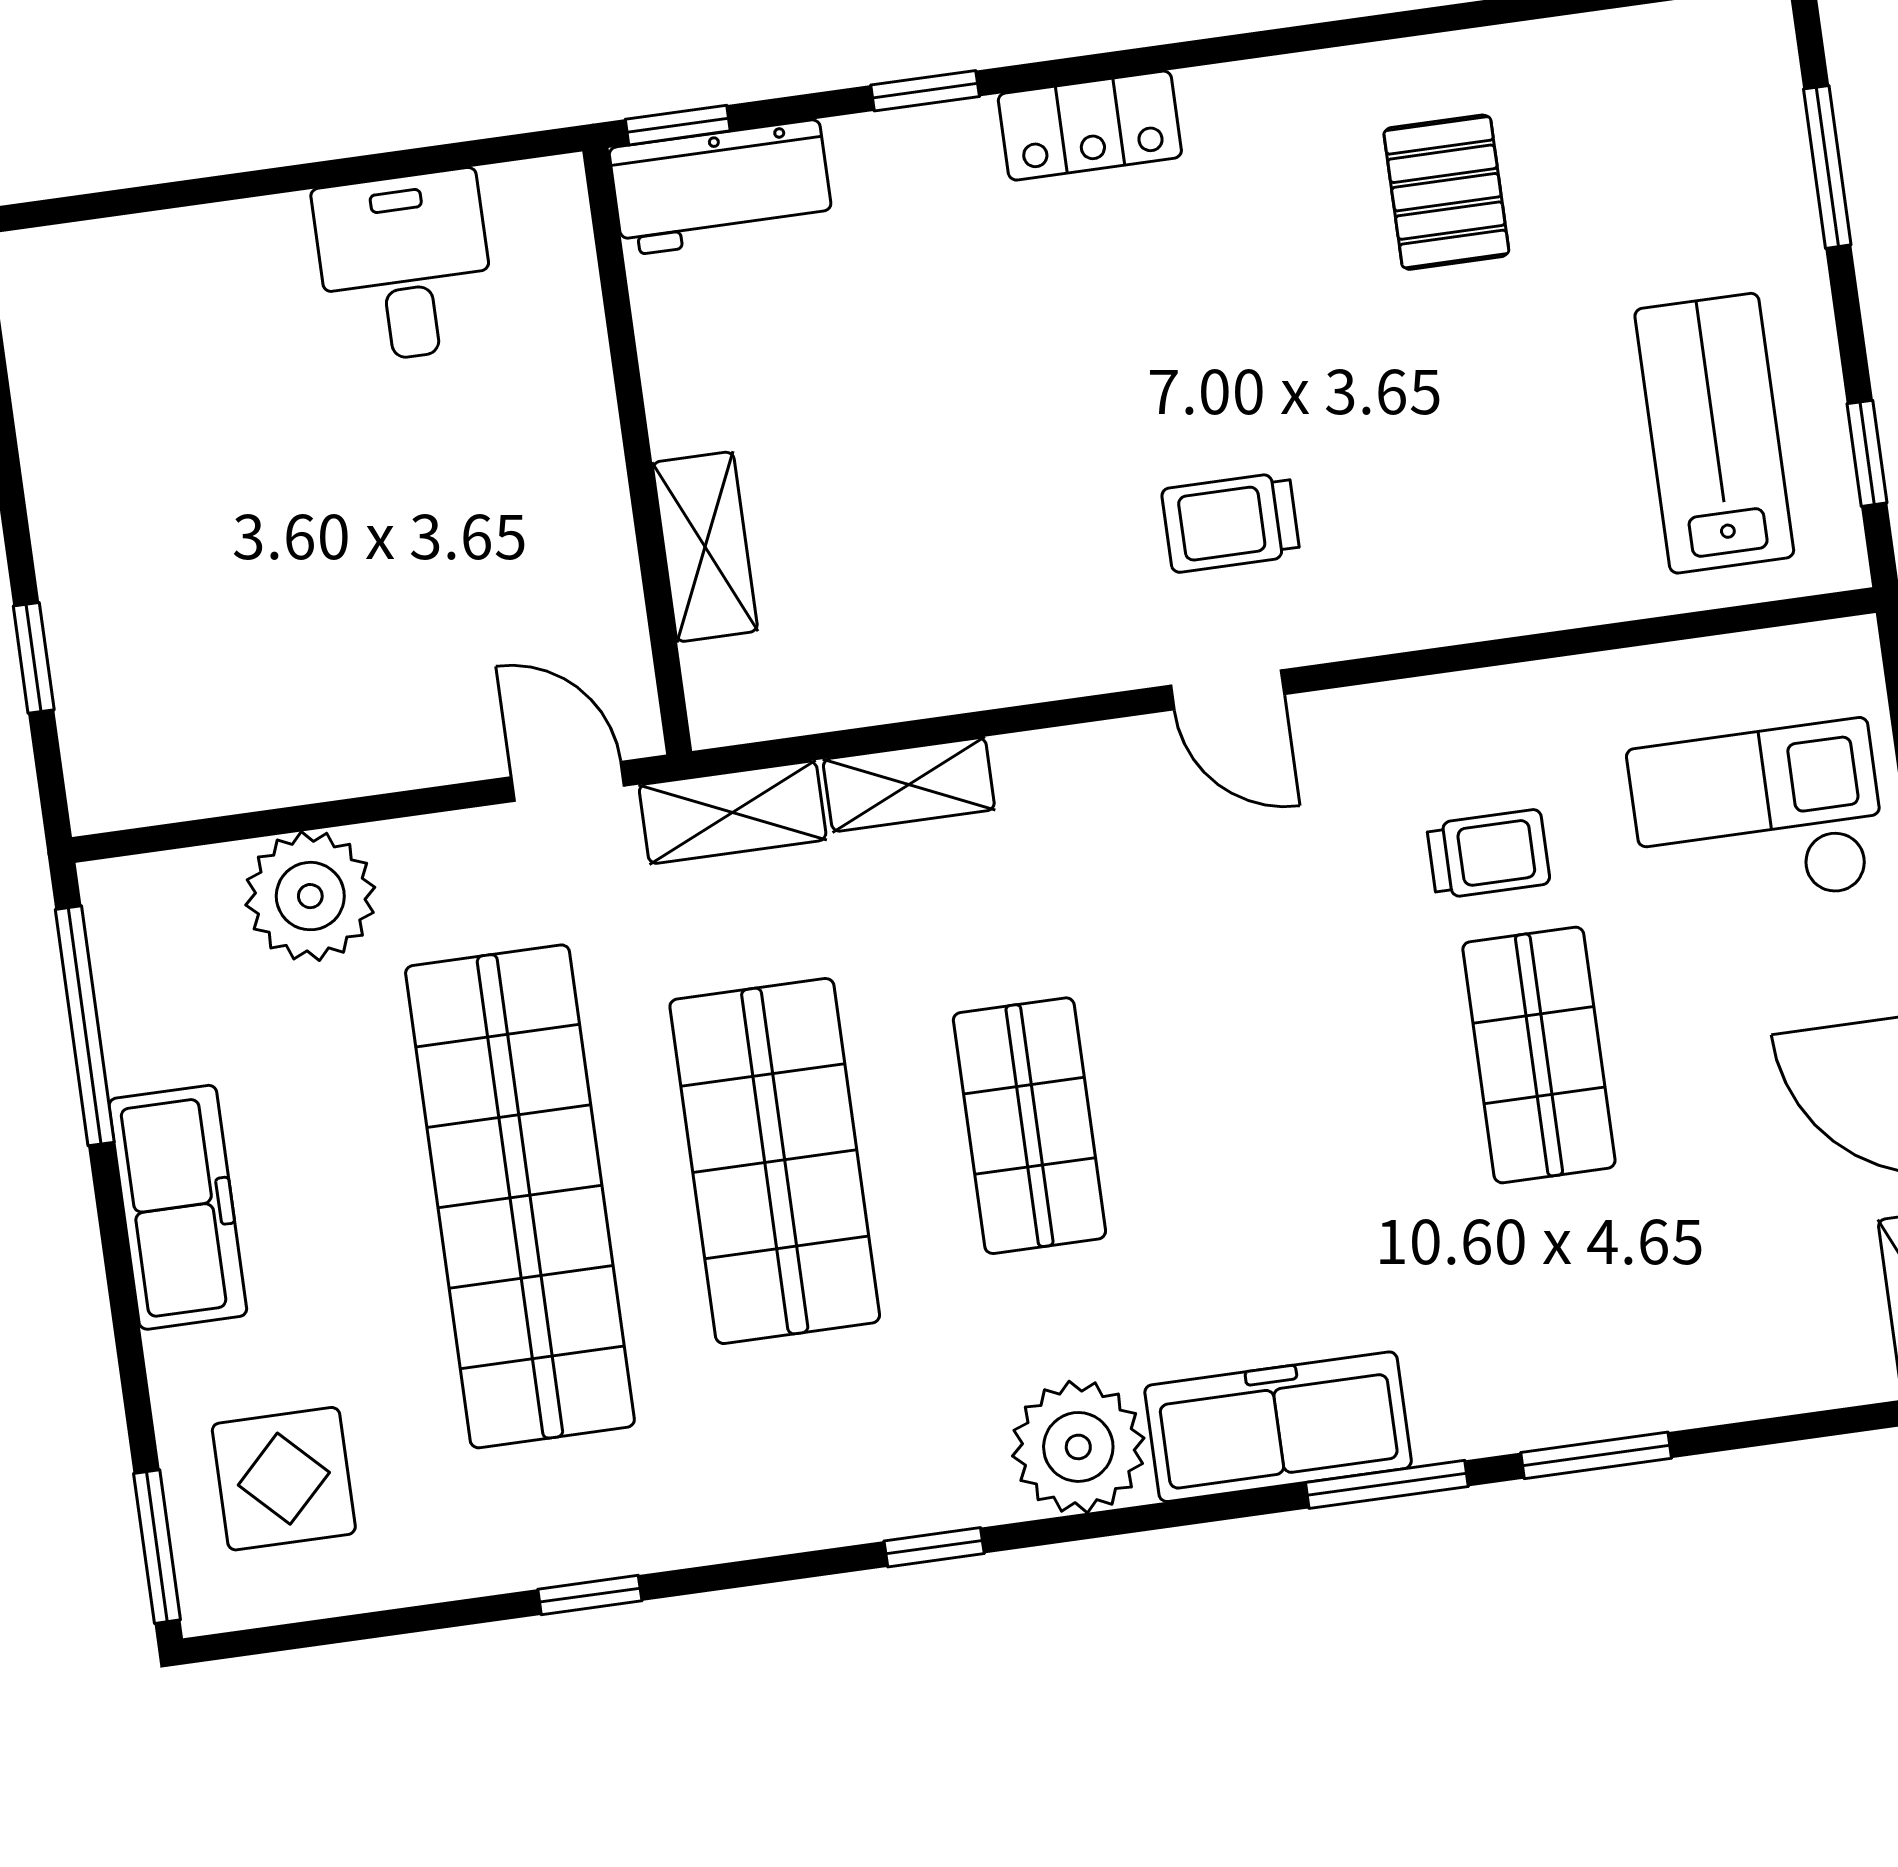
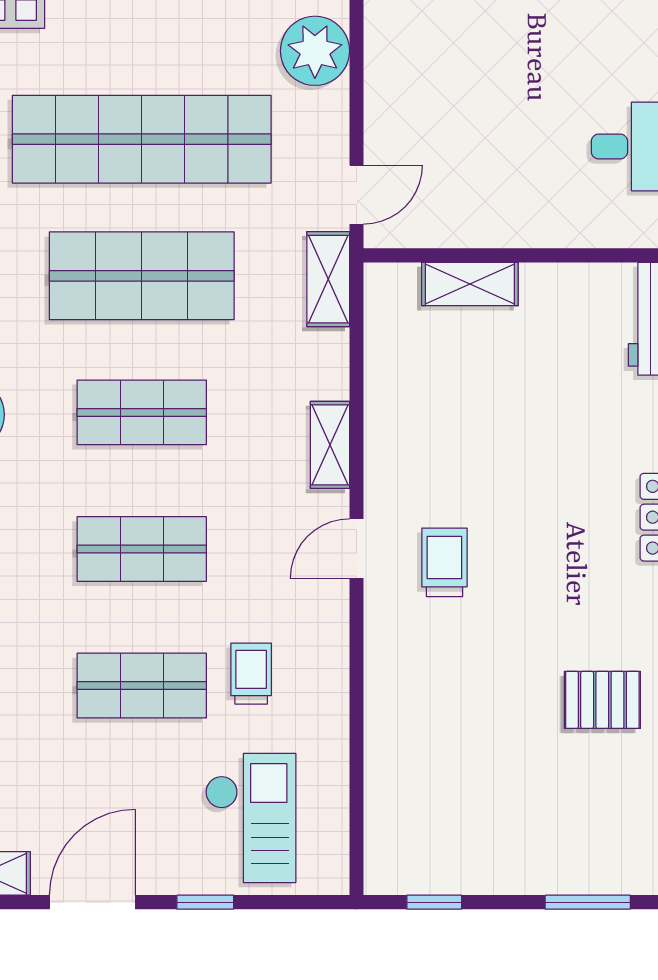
lab bench: (1714, 433) -> (456, 823), removed
shelving: (909, 784) -> (330, 445), moved
trolley: (1488, 854) -> (251, 674), turned 180
shop shelf: (1284, 1090) -> (142, 549), added

